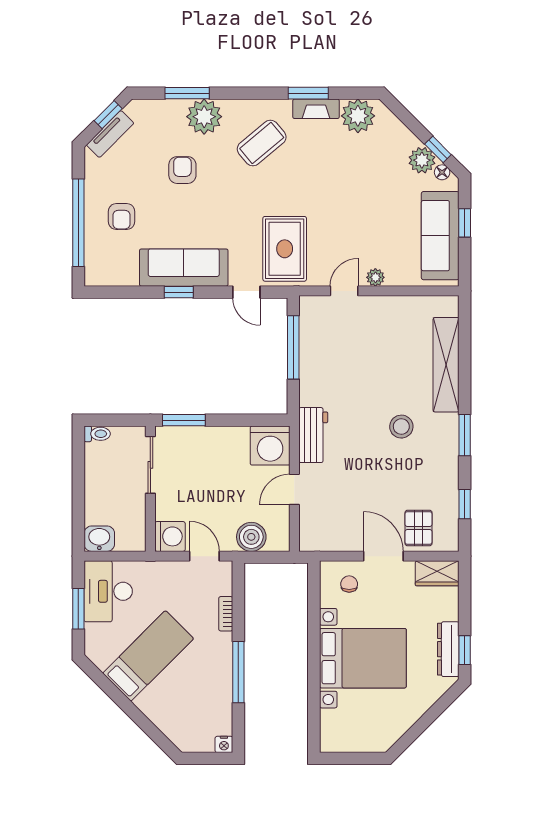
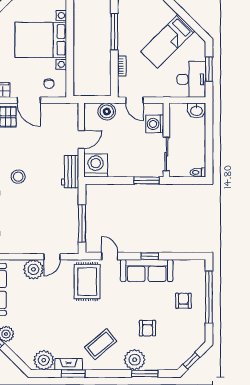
tv unit: (110, 134) -> (190, 349), removed
plant: (375, 277) -> (33, 269), width x1.87, depth x1.87
washing machine: (170, 536) -> (155, 124), moved

